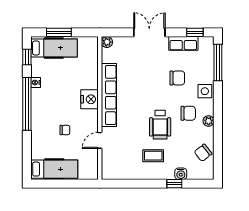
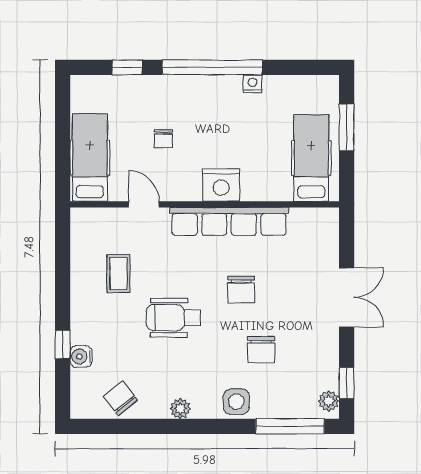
plant: (107, 42) -> (329, 401), moved
row of seats: (183, 43) -> (326, 361), removed
hospital bed: (54, 48) -> (311, 158), moved, turned 180
window: (27, 57) -> (127, 67), moved
chair: (188, 113) -> (241, 290), moved
coffee table: (153, 156) -> (118, 273), moved
hospital bed: (54, 169) -> (90, 157), moved, turned 180

